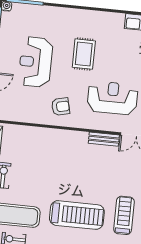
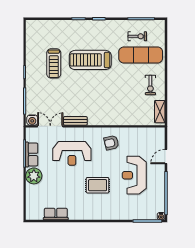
rug: (84, 54) -> (98, 185), turned 90
reception desk: (36, 62) -> (134, 175), turned 180

